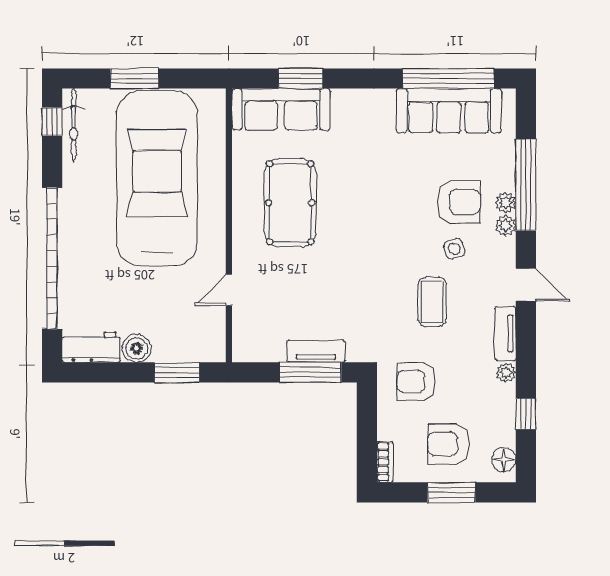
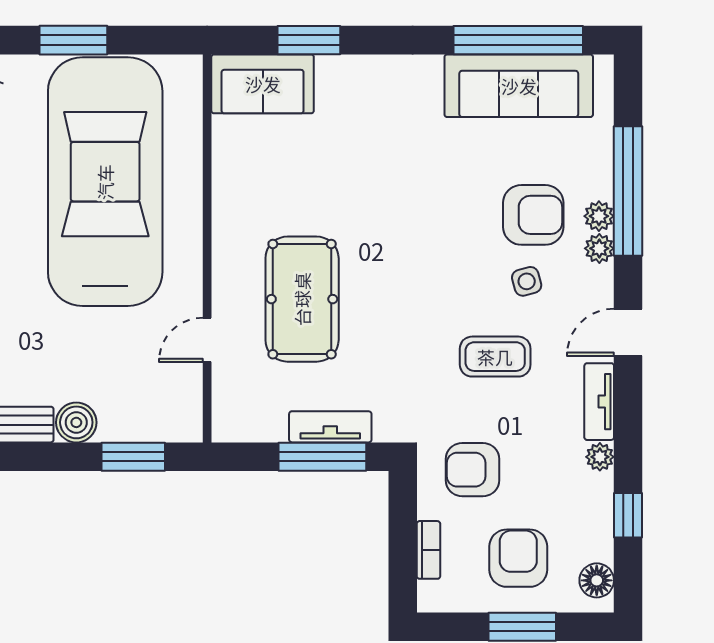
sofa: (281, 109) -> (263, 84), width x0.73
pool table: (290, 203) -> (302, 299), moved
door: (526, 285) -> (628, 332), swing flipped
coffee table: (432, 302) -> (495, 357), turned 90
armchair: (448, 444) -> (518, 558), turned 90
bookcase: (385, 462) -> (428, 550), moved

